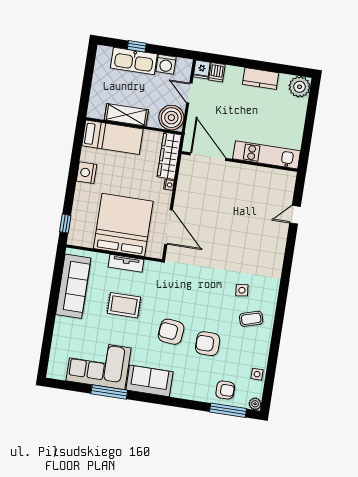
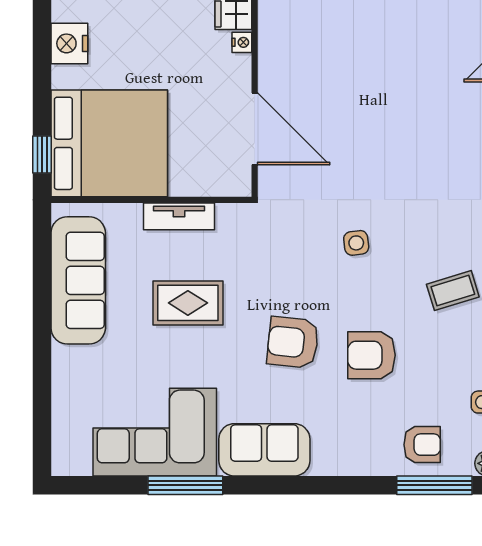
bed: (123, 225) -> (109, 143), moved, turned 90
side table: (242, 290) -> (356, 243), moved

